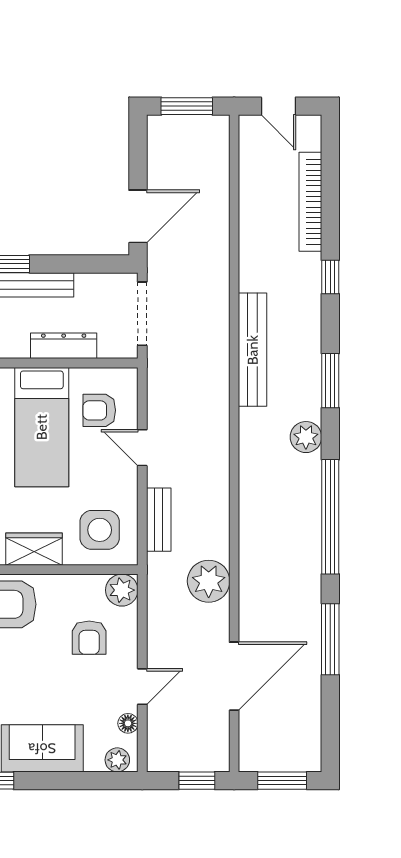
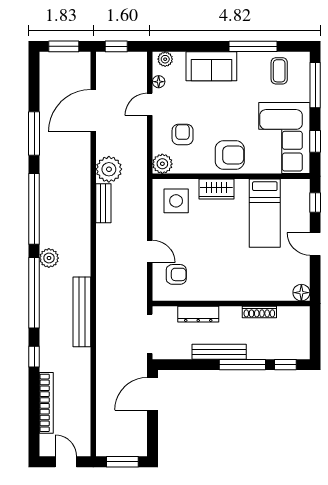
window: (330, 381) -> (34, 293), width x2.11
bed: (42, 427) -> (212, 264), removed
bench: (159, 520) -> (103, 203), moved

